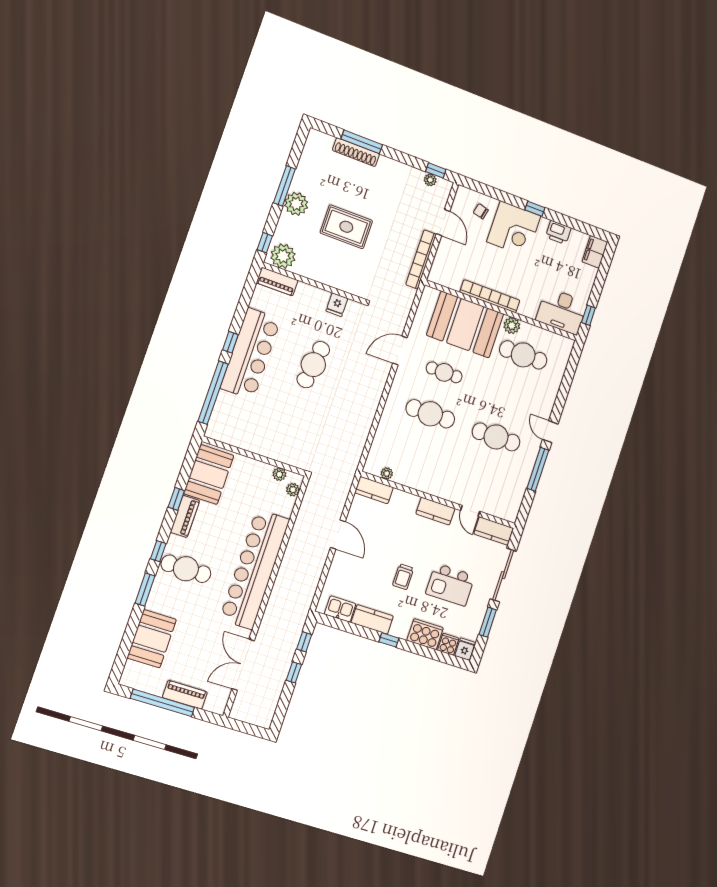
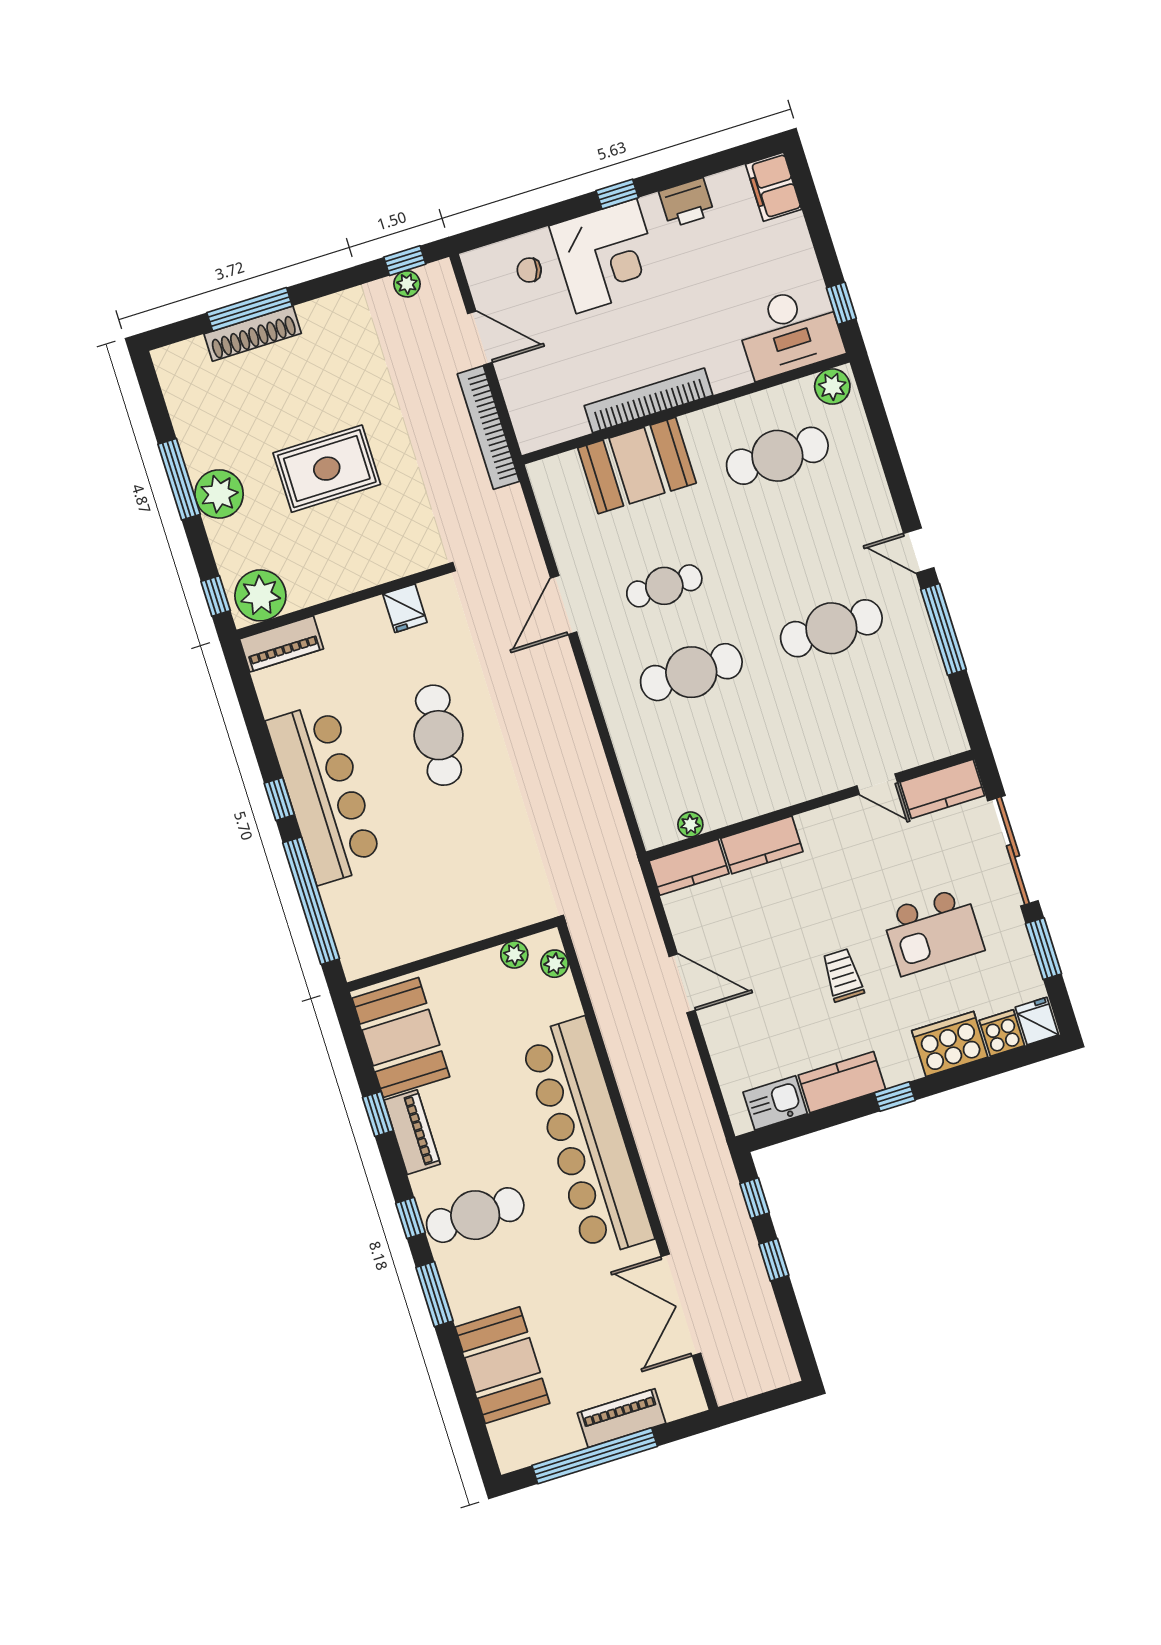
booth: (465, 324) -> (637, 465), width x0.73, depth x0.70
plant: (512, 326) -> (832, 387), moved
kitchen counter: (435, 511) -> (762, 845), moved
trolley: (403, 577) -> (843, 975), turned 180

